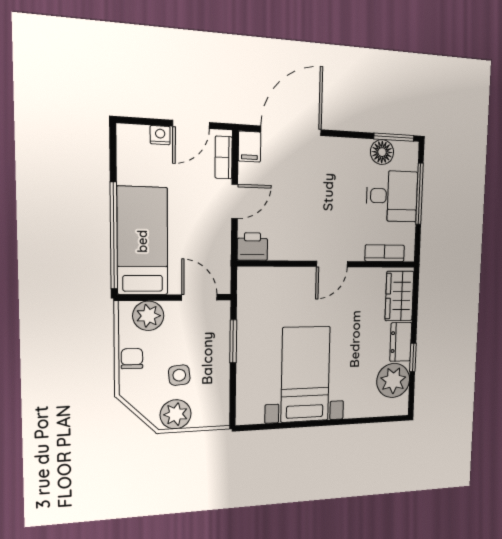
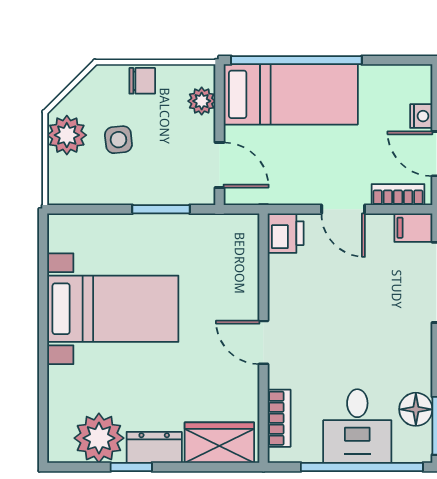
window: (419, 194) -> (362, 467), width x1.46
door: (199, 297) -> (219, 165), hinge flipped
plant: (148, 316) -> (202, 101), width x0.73, depth x0.73

